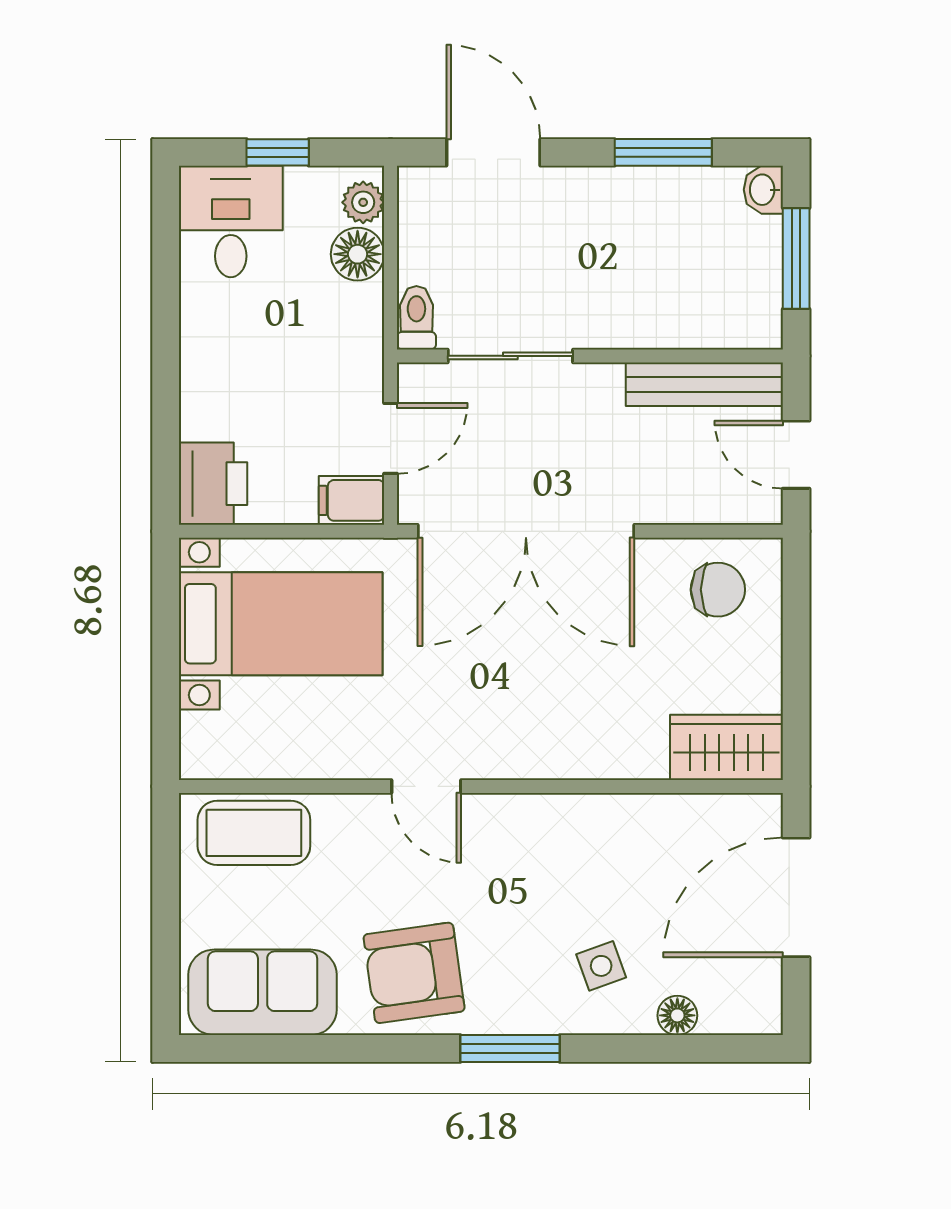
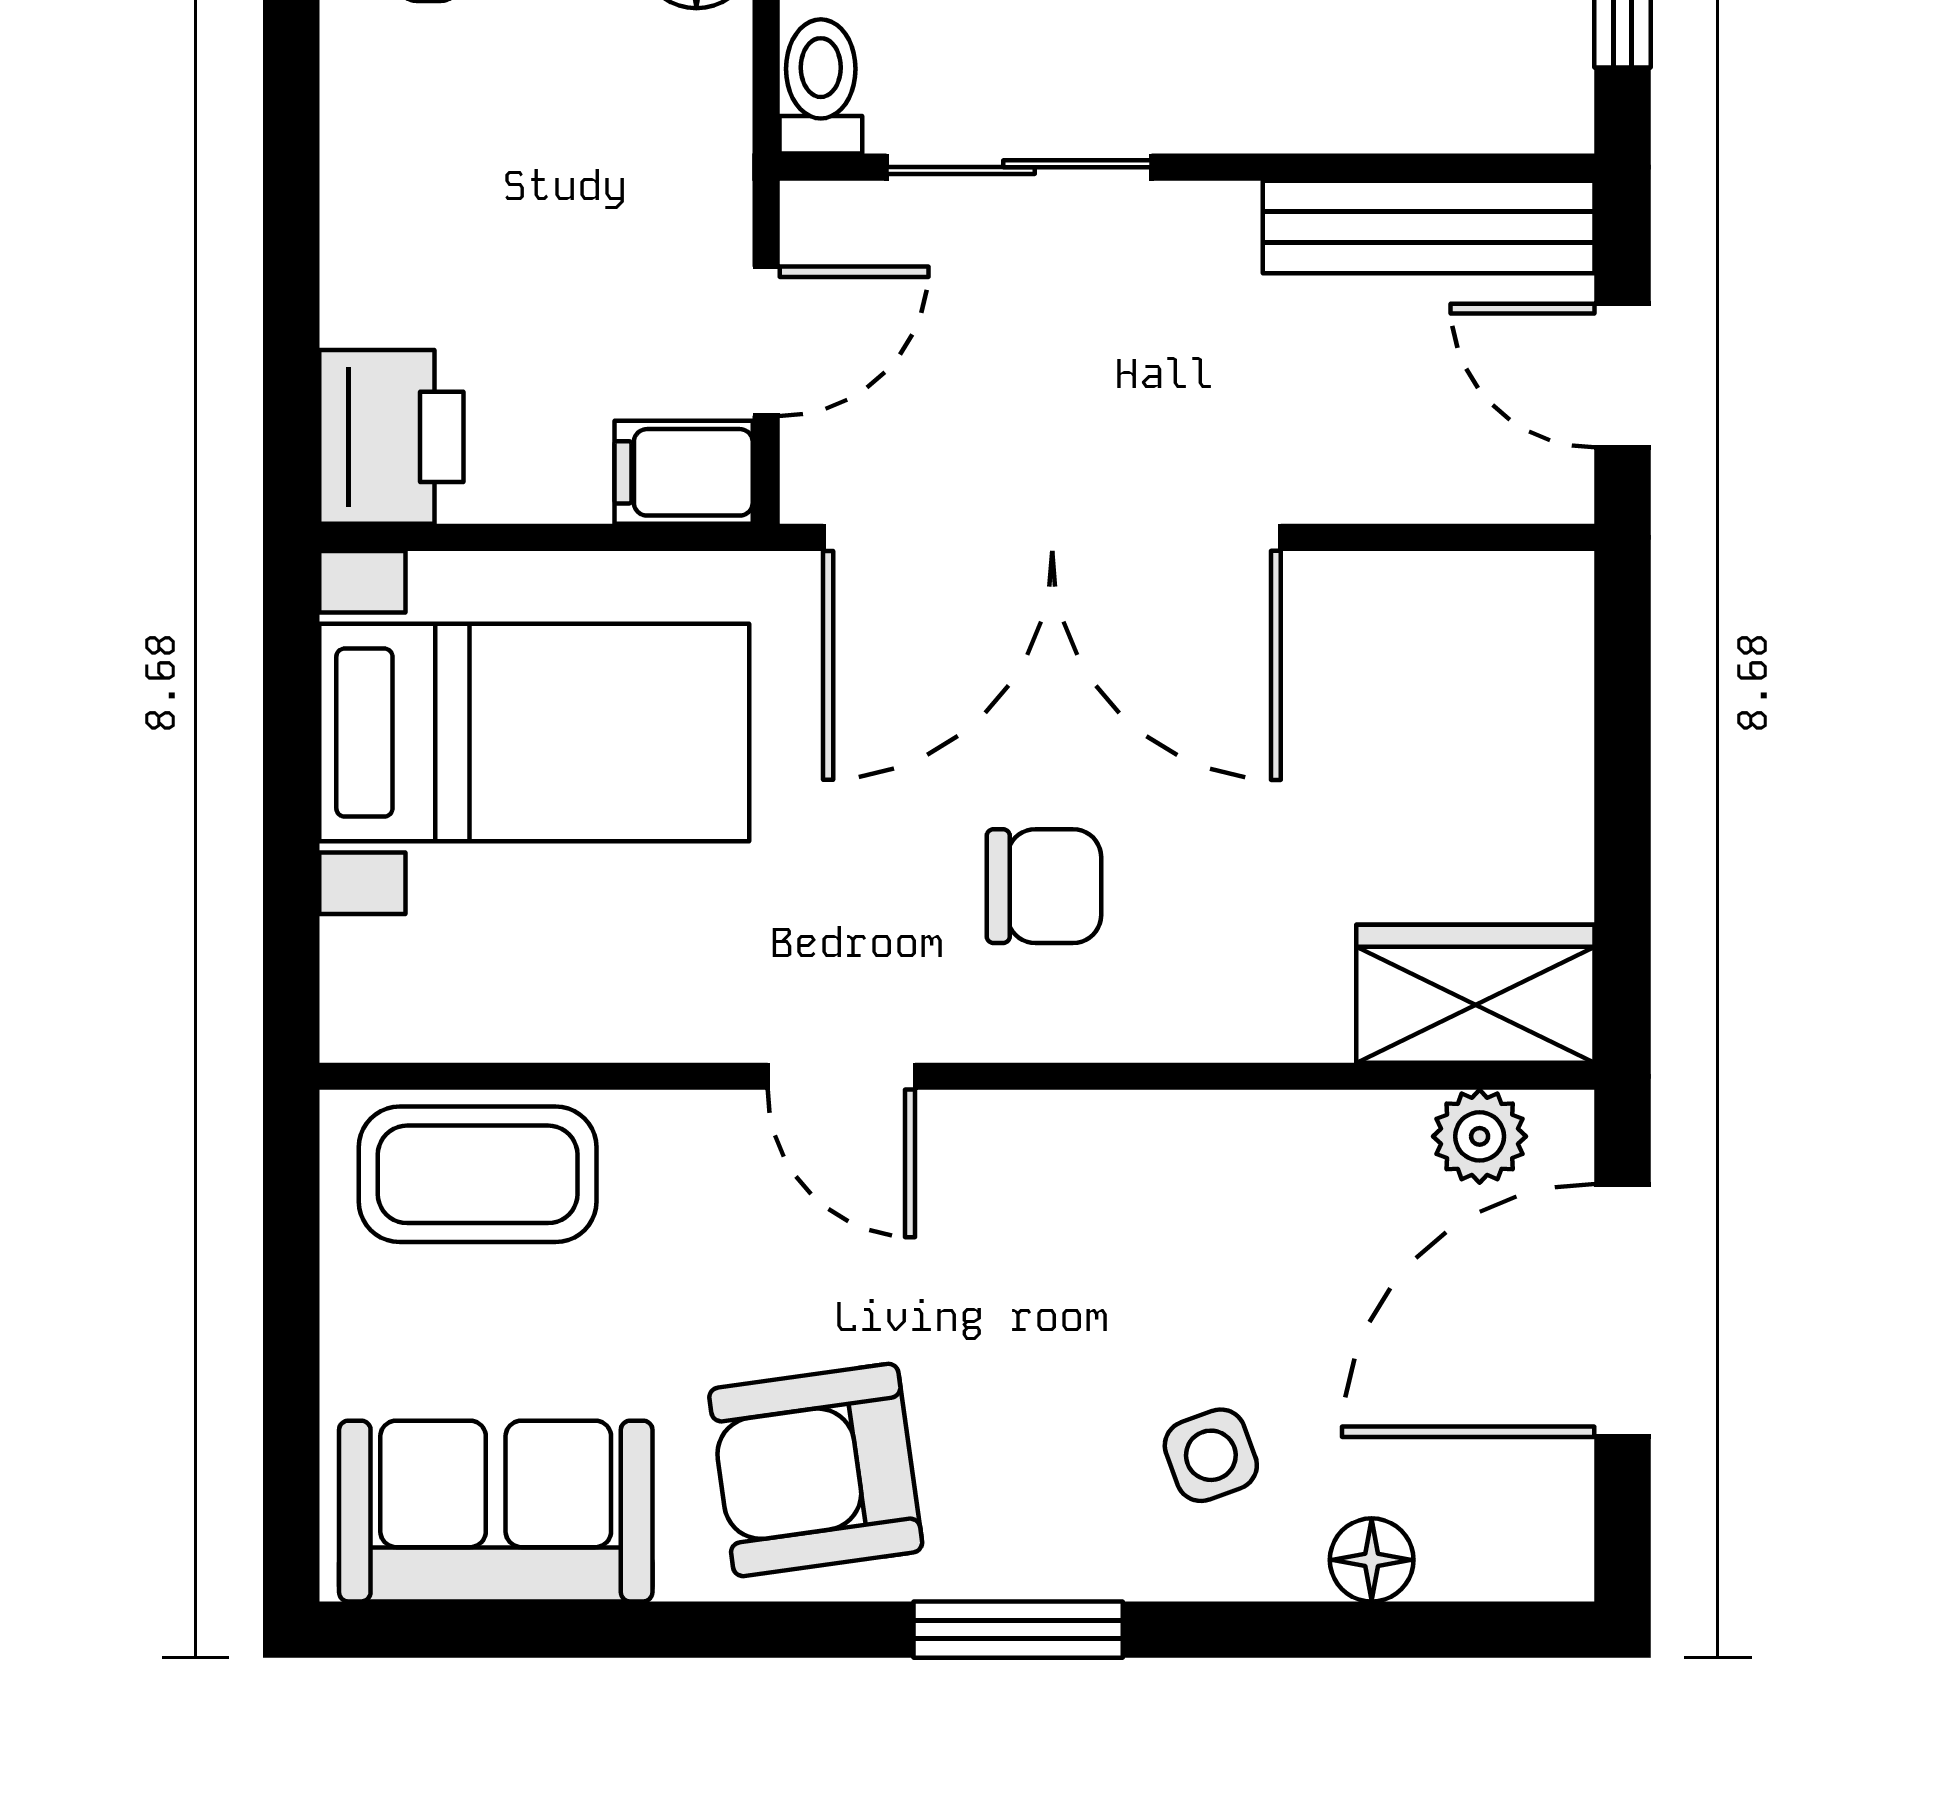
chair: (718, 590) -> (1044, 886), moved
plant: (728, 815) -> (1480, 1136), added

